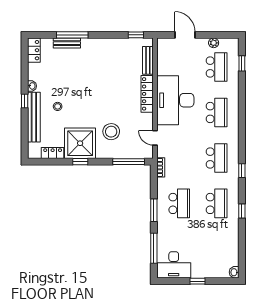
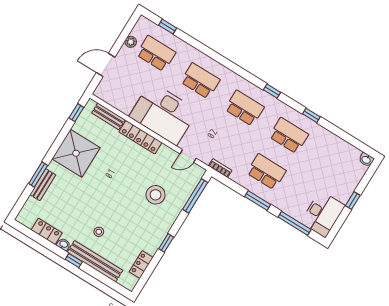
window: (72, 35) -> (38, 175), width x0.69
locker: (34, 50) -> (47, 231), moved
shower: (80, 143) -> (76, 153), moved

